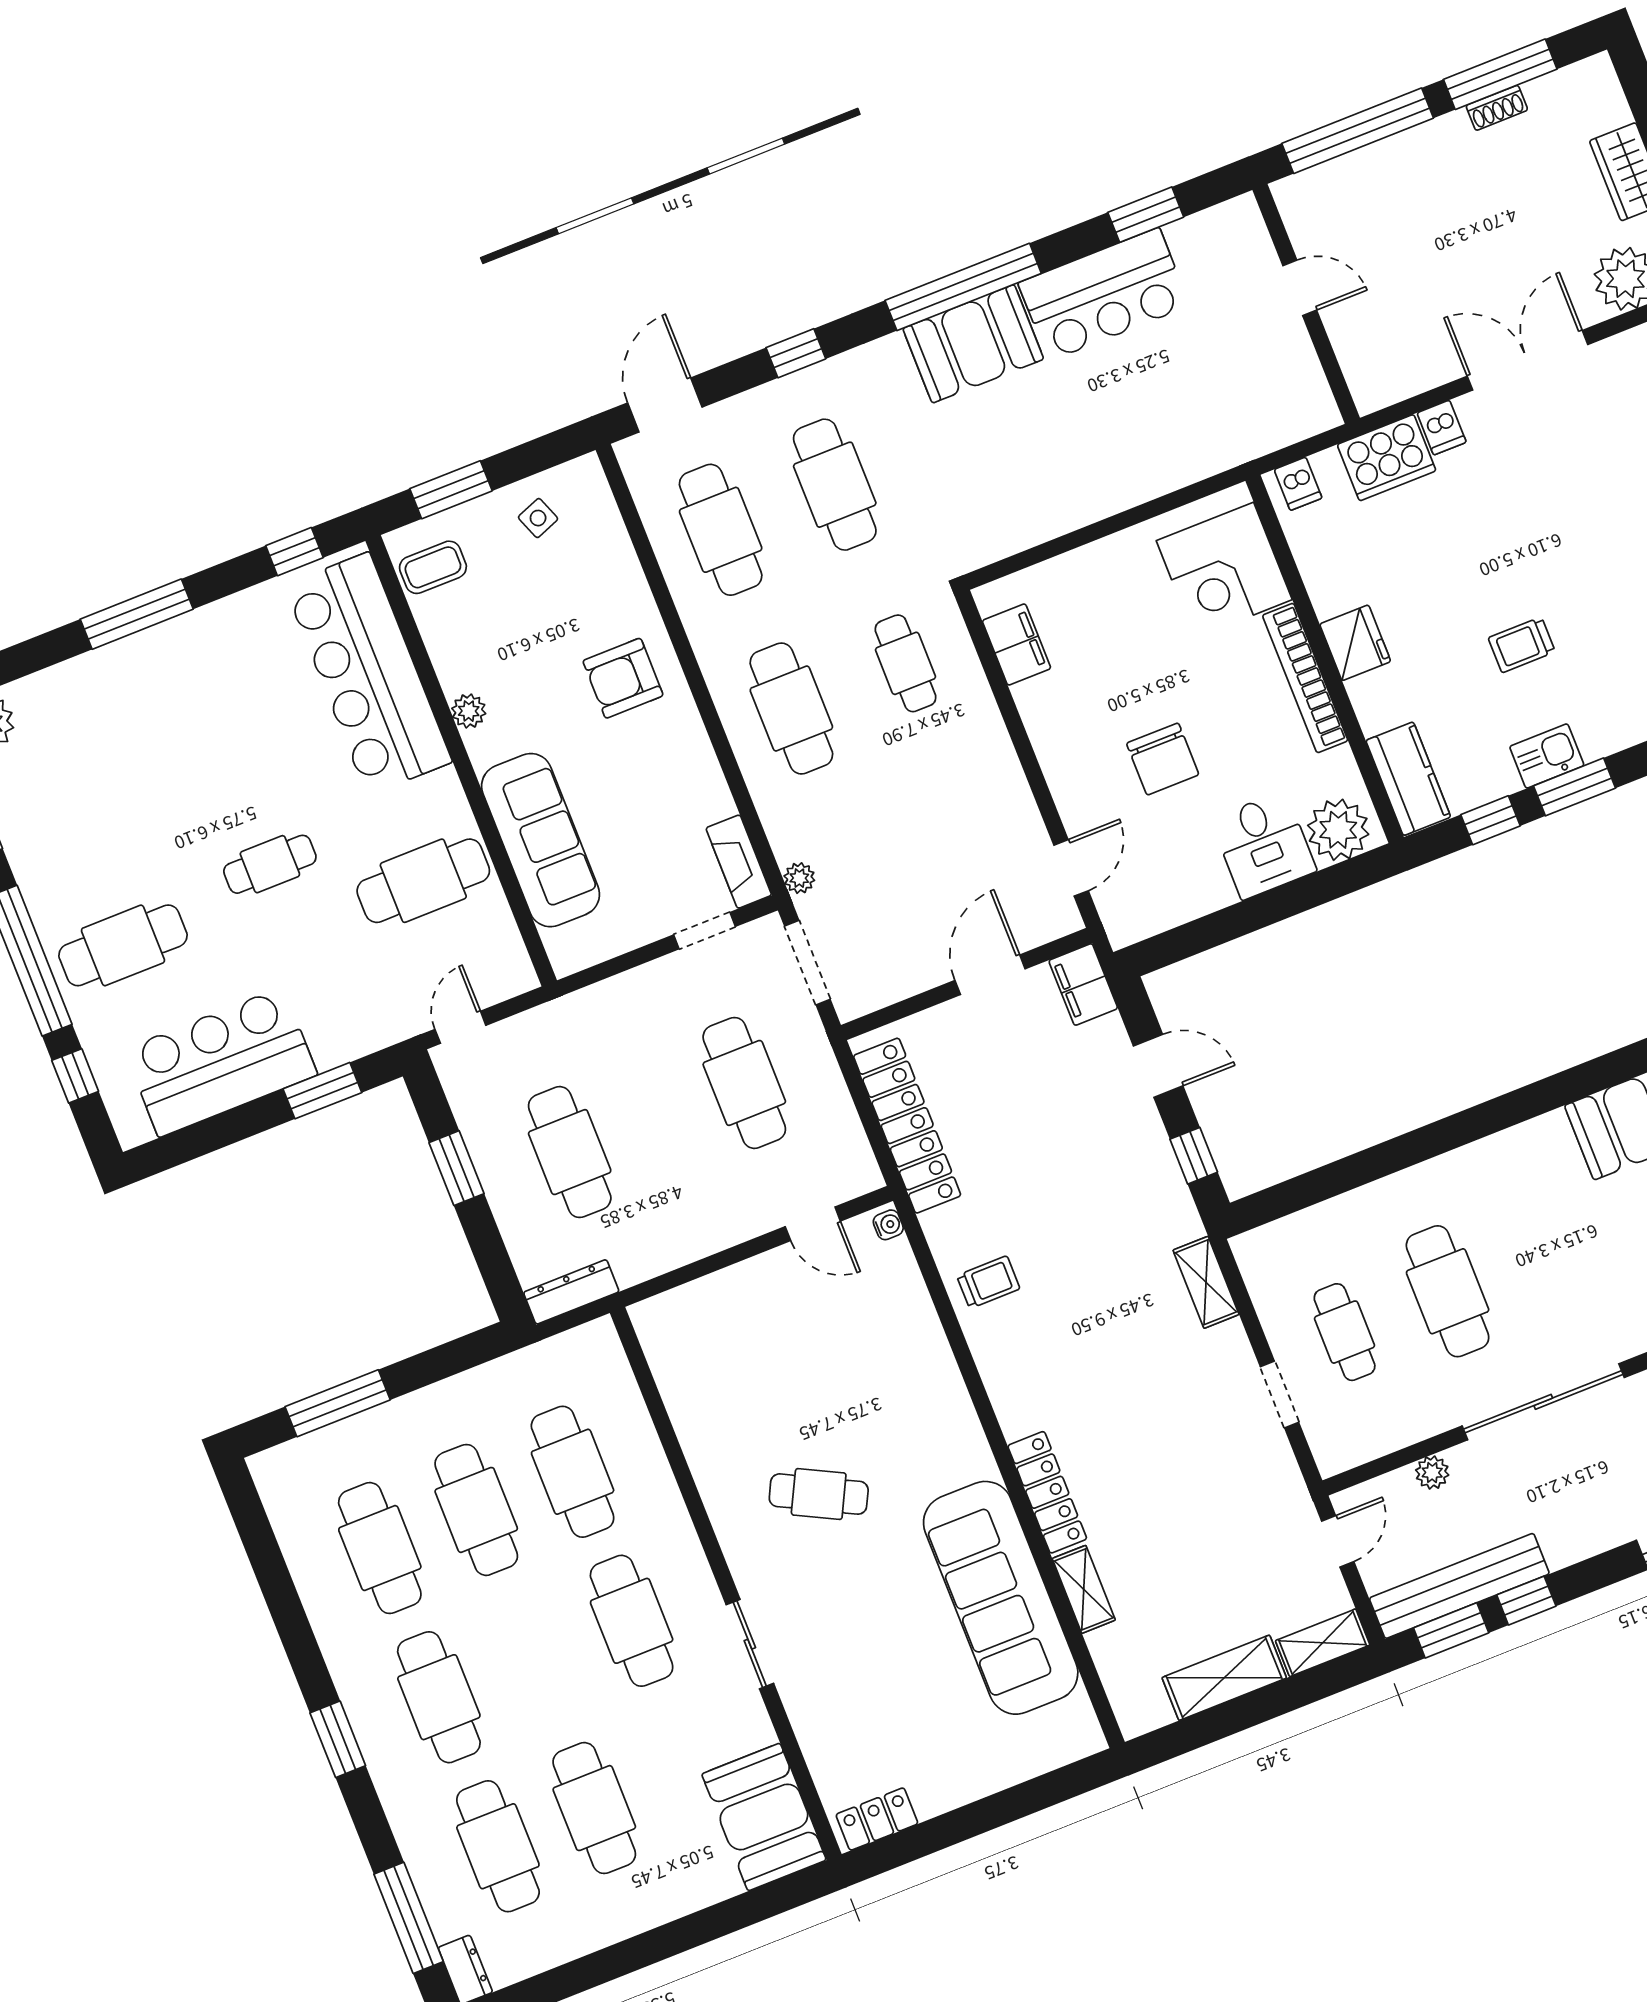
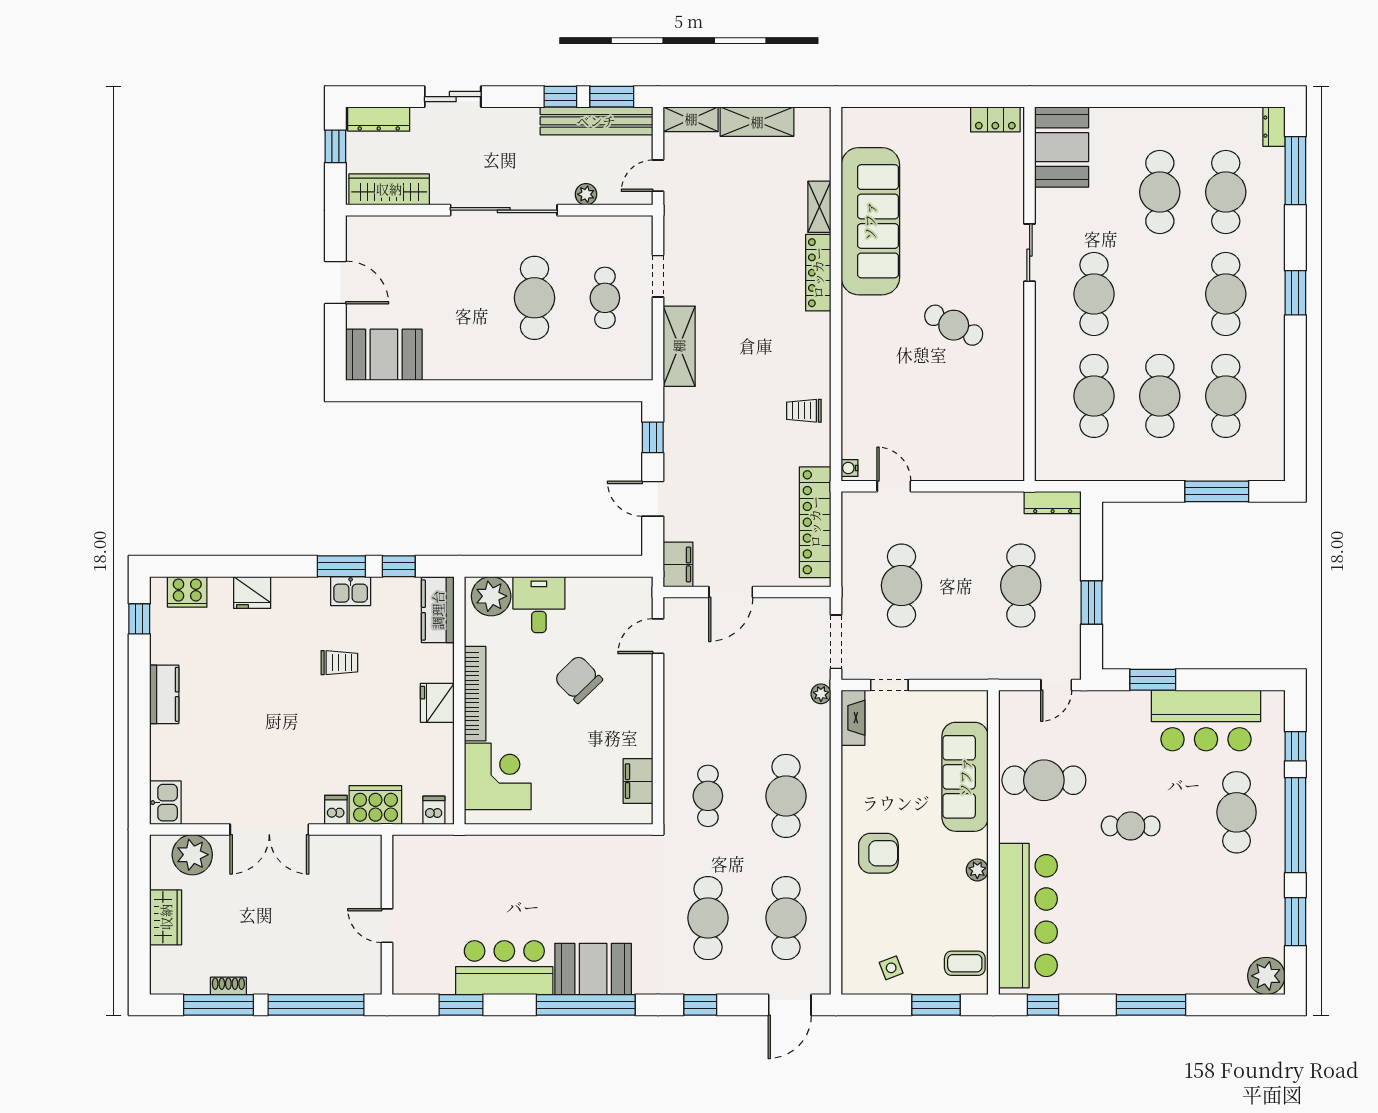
chair: (1163, 759) -> (578, 679), turned -44
cafe table: (123, 945) -> (1237, 812), turned 90
shelving: (1206, 1282) -> (679, 346), width x1.50, depth x1.33

